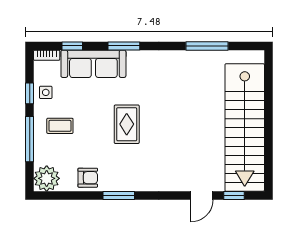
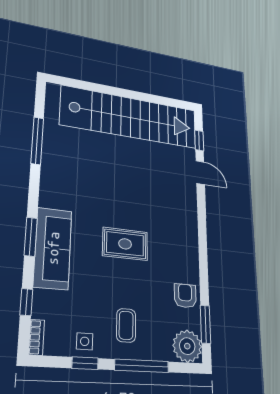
sofa: (93, 64) -> (53, 248), moved
window: (119, 196) -> (205, 324), moved

